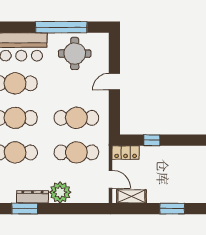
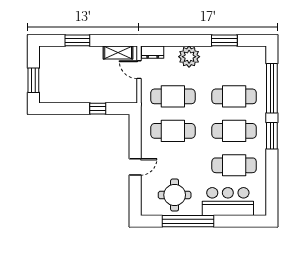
locker: (126, 153) -> (124, 96), removed
dresser: (32, 197) -> (153, 52), moved, width x0.70

